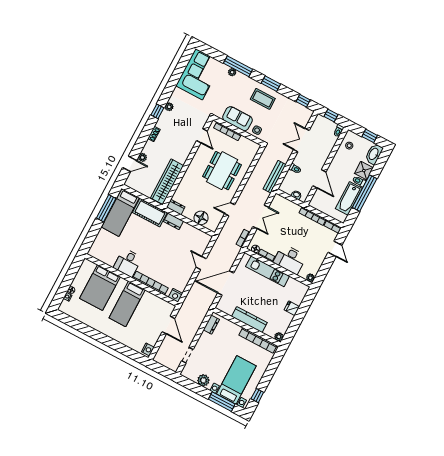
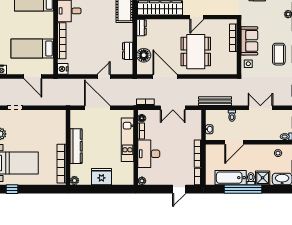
door: (202, 136) -> (197, 17), moved
dining table: (222, 171) -> (196, 52), turned 90
door: (230, 209) -> (165, 77), width x1.87
dresser: (174, 221) -> (128, 51), moved
bed: (127, 304) -> (32, 48), moved
fridge: (292, 308) -> (101, 177), width x1.88, depth x1.34
door: (168, 325) -> (33, 77), hinge flipped
dresser: (211, 325) -> (53, 115), removed

